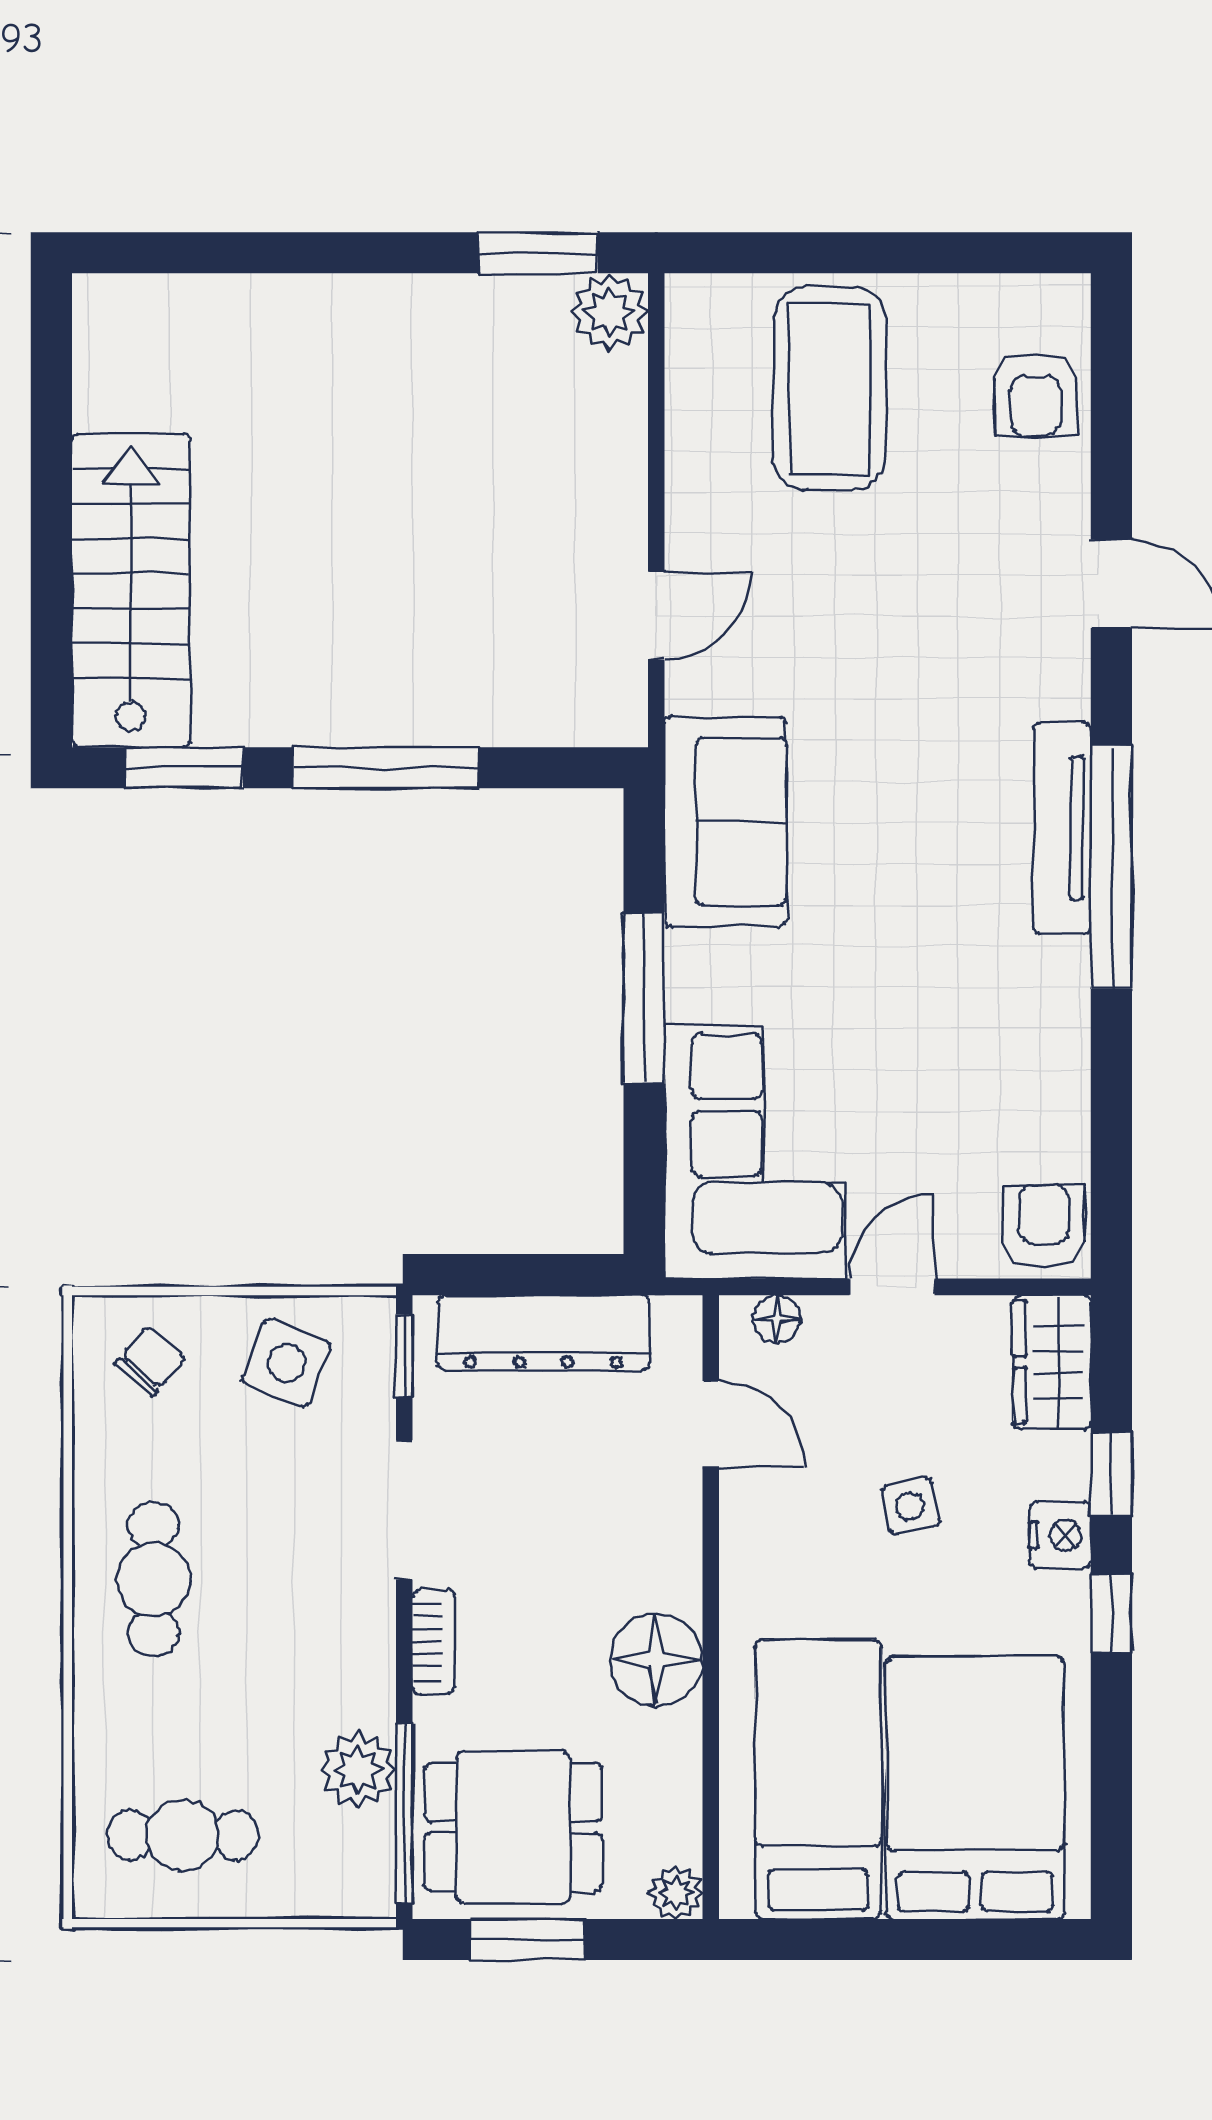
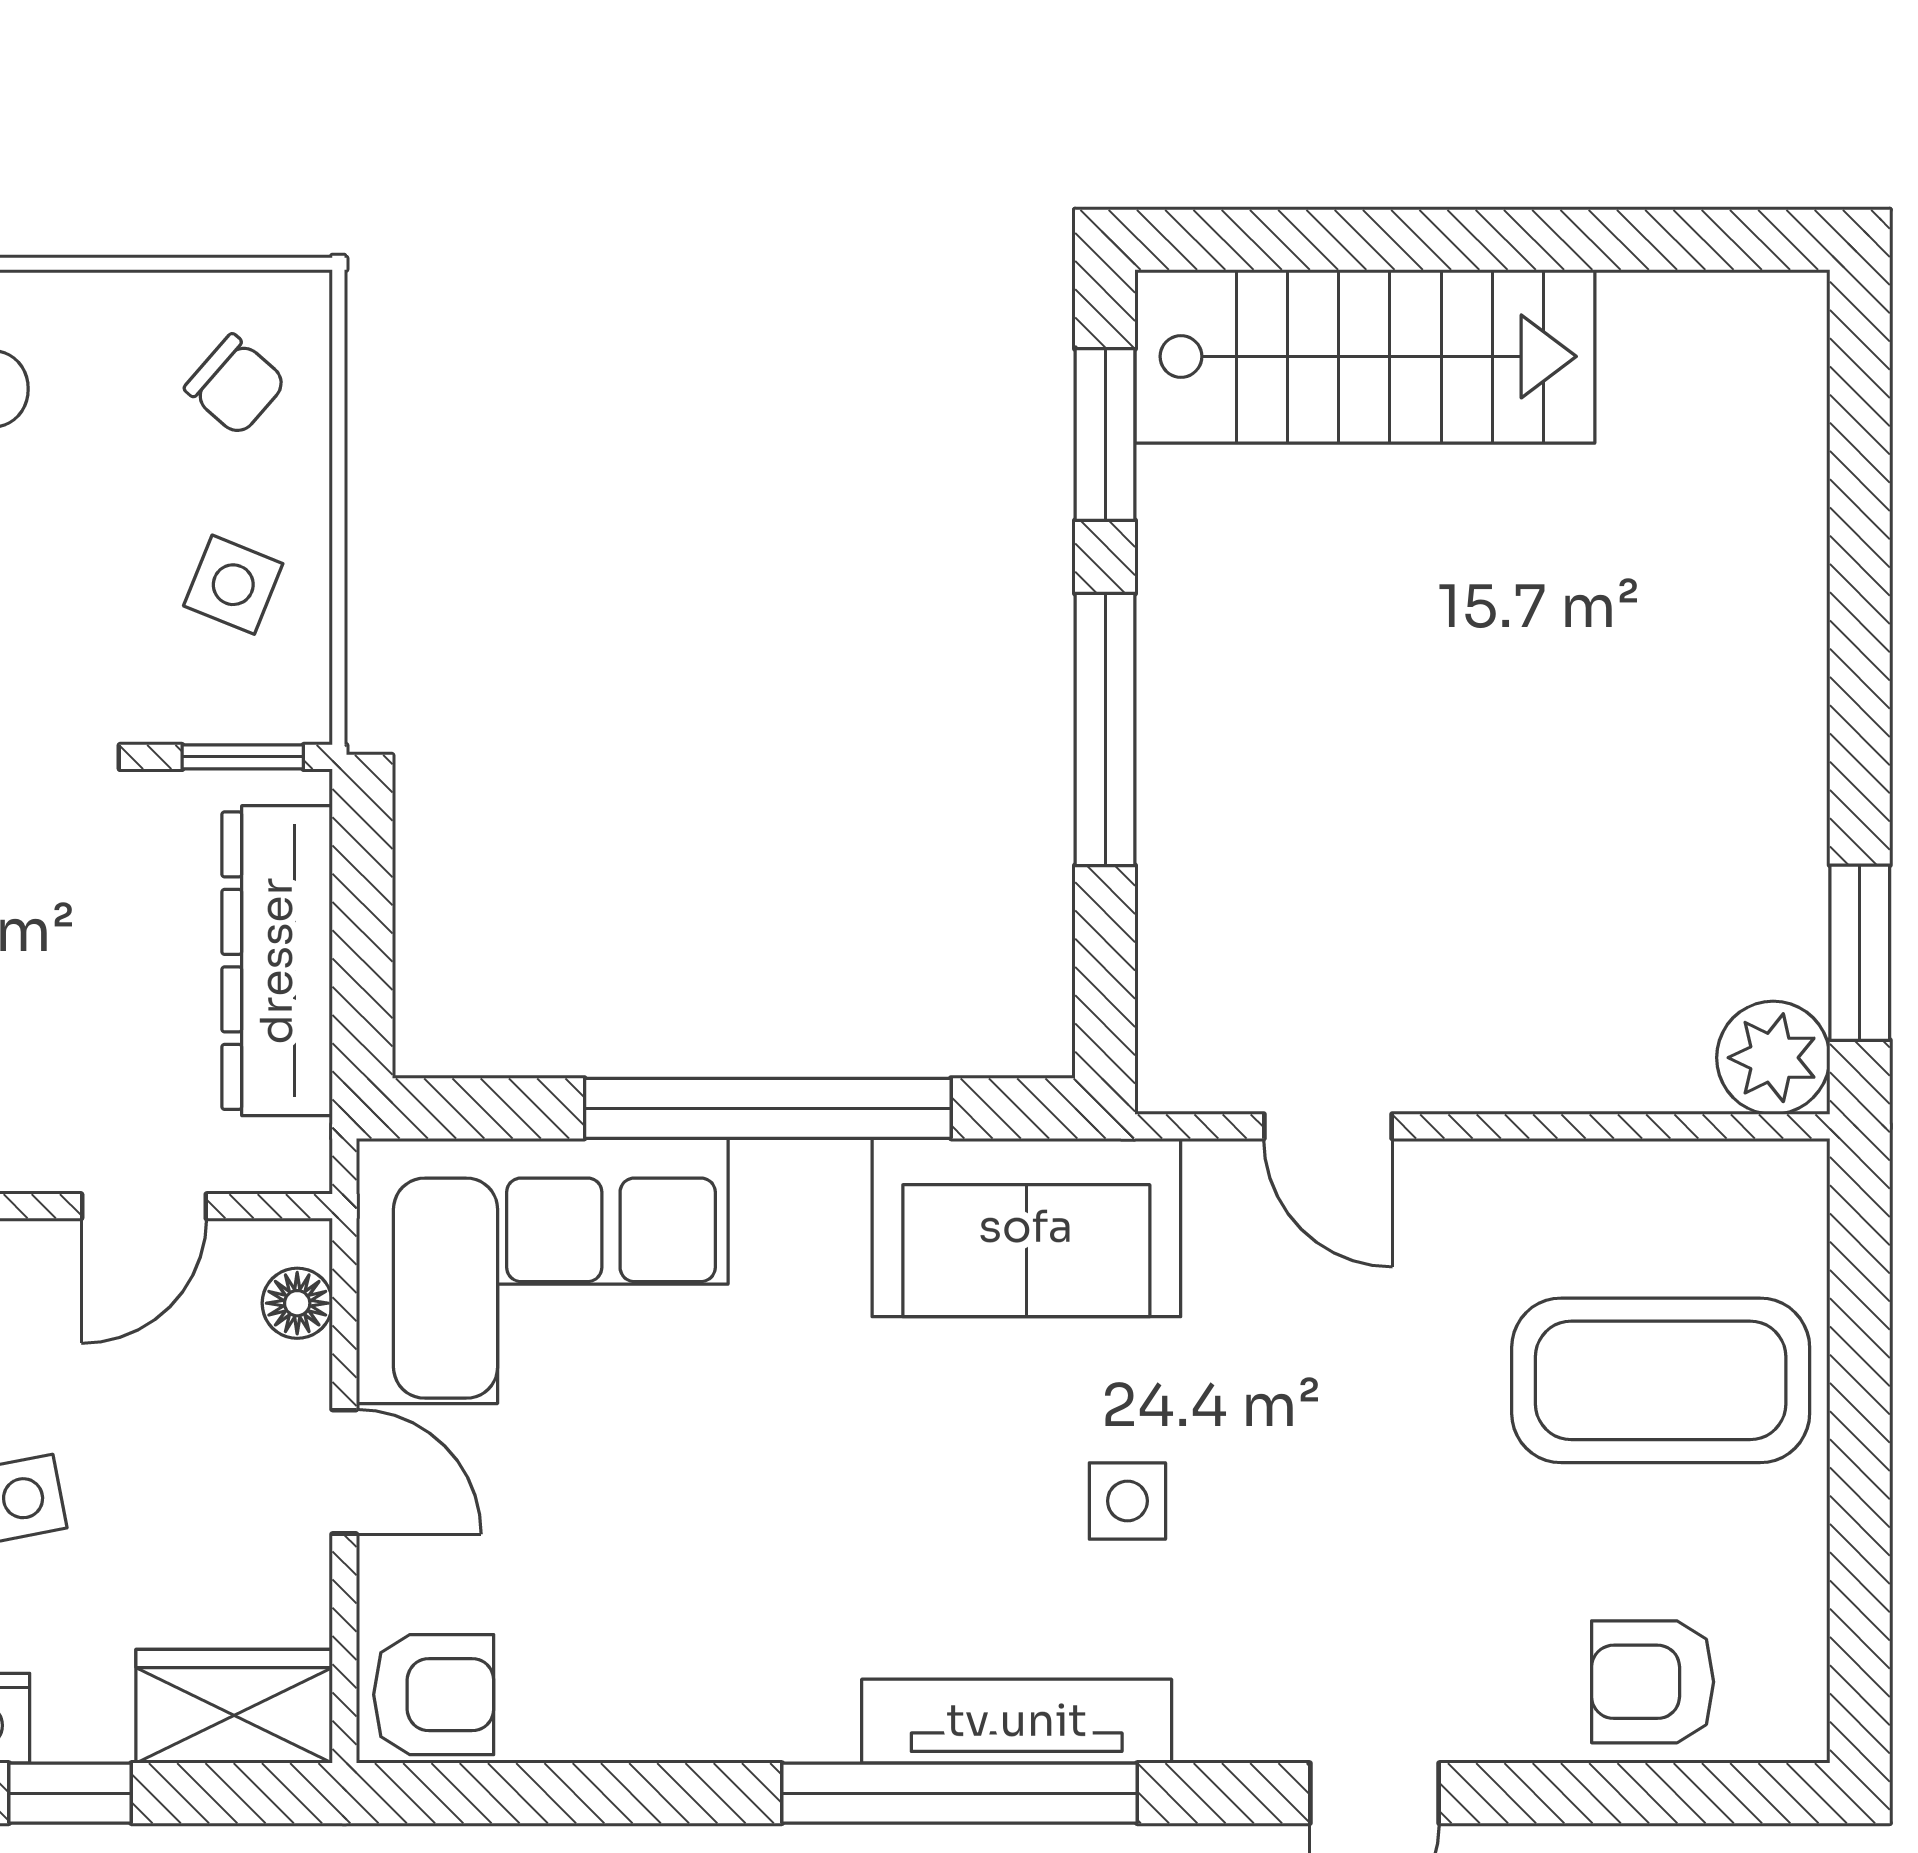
side table: (912, 752) -> (1127, 1501), added
window: (644, 998) -> (768, 1108), width x1.46
side table: (287, 1363) -> (233, 585), width x0.73, depth x0.73

